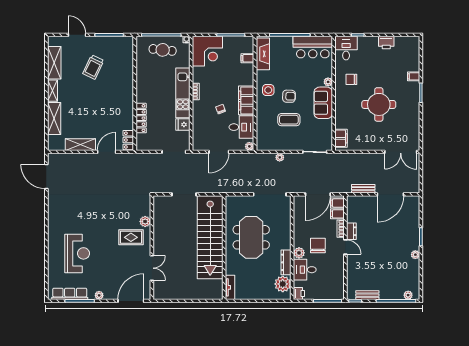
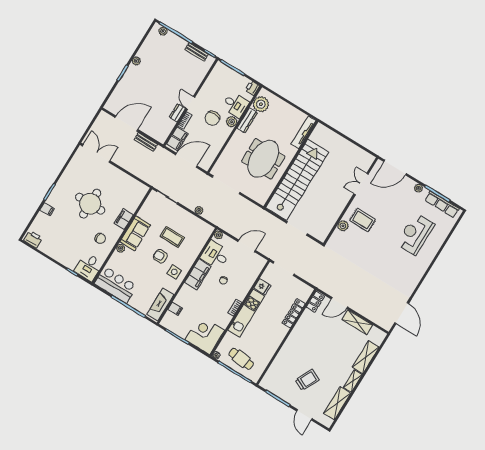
printer: (386, 42) -> (33, 239), moved
filing cabinet: (341, 138) -> (124, 219), moved
tv unit: (230, 287) -> (304, 132), width x1.41

